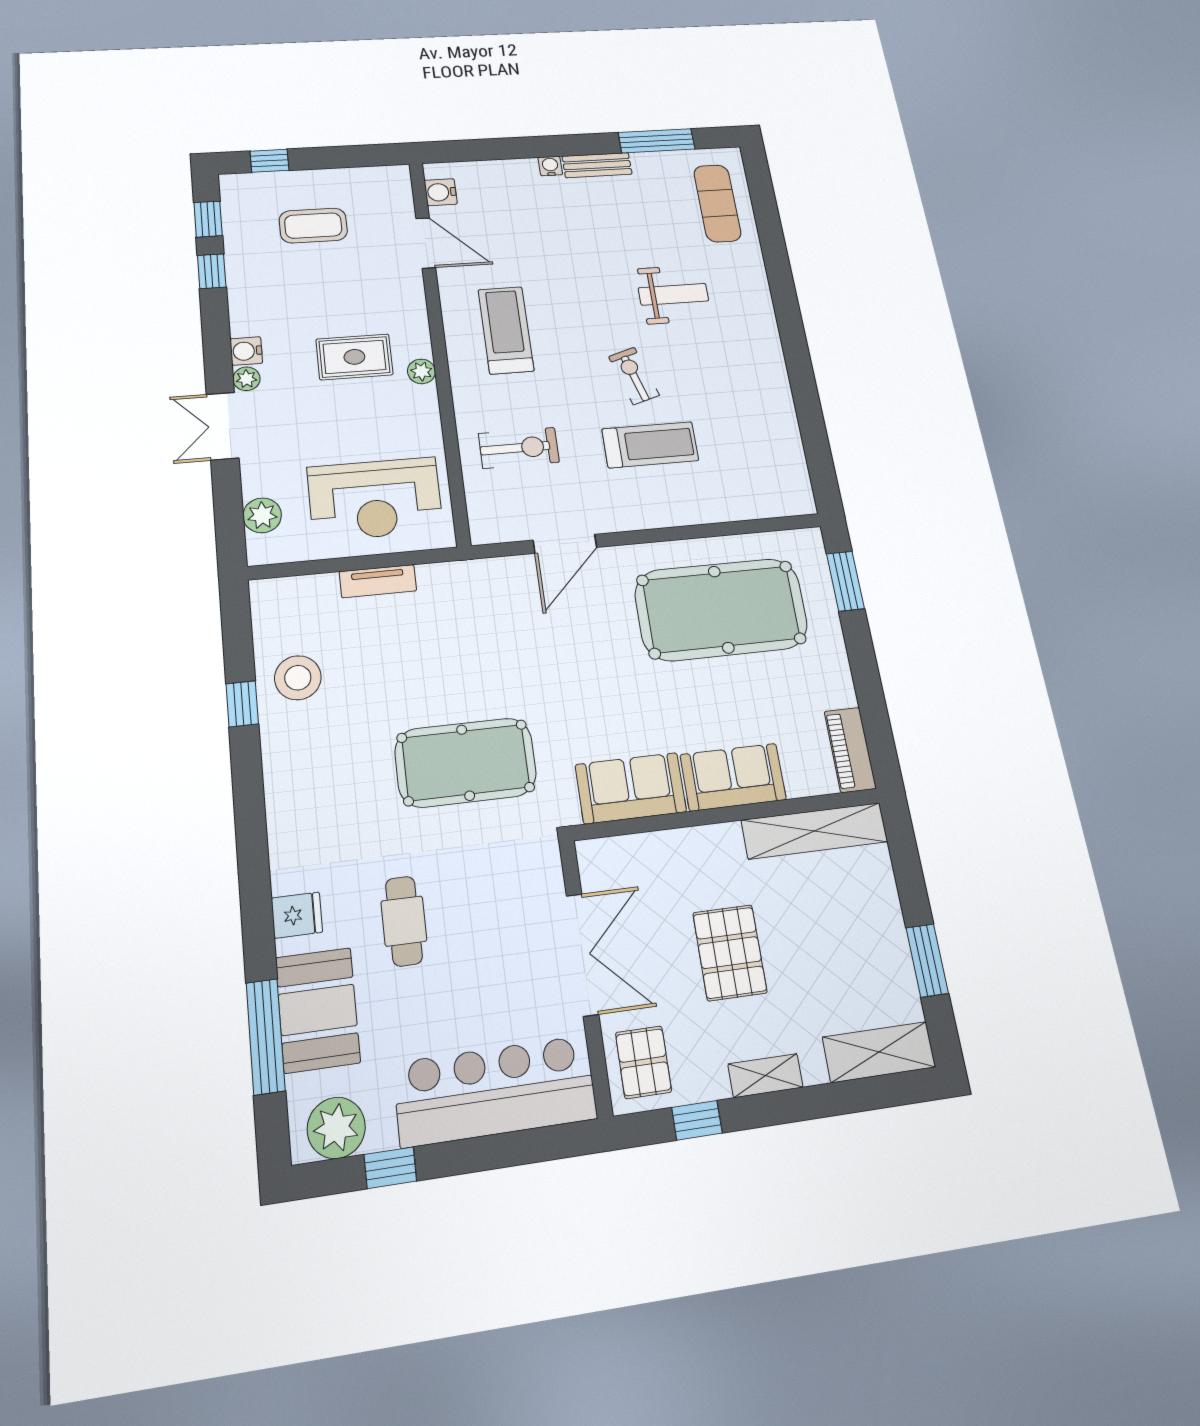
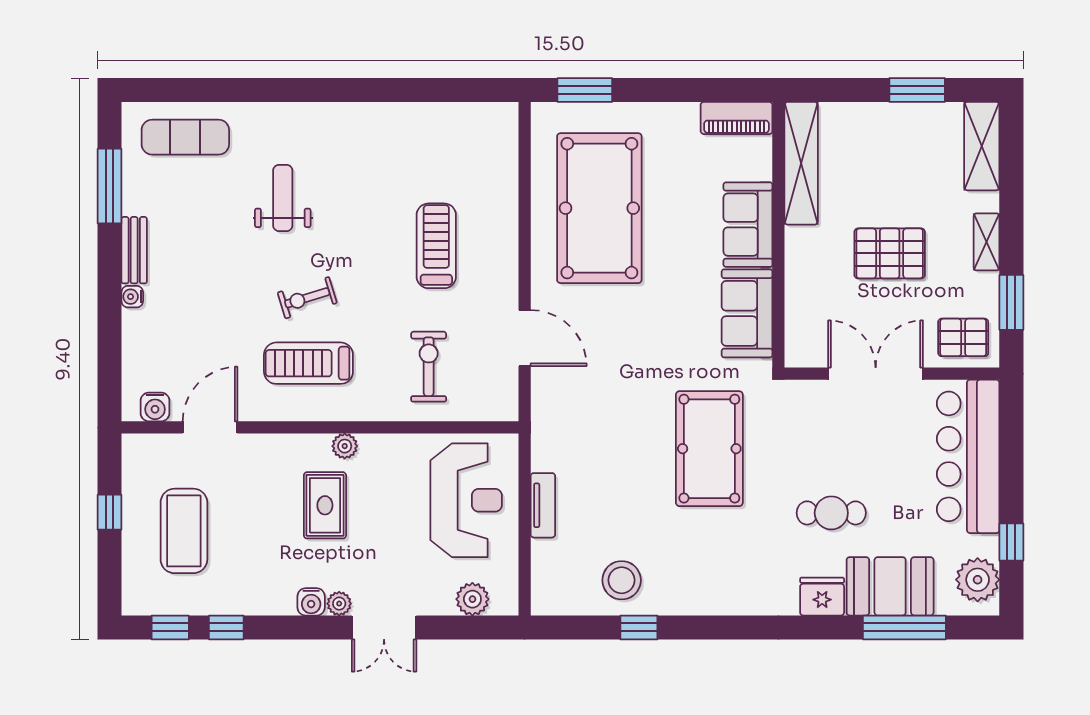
window: (269, 161) -> (110, 512), moved
coffee table: (313, 226) -> (184, 531), width x1.36, depth x1.32
exercise bike: (634, 376) -> (307, 298), moved
fridge: (297, 915) -> (822, 597), width x1.38
window: (697, 1120) -> (1011, 302), width x1.50

